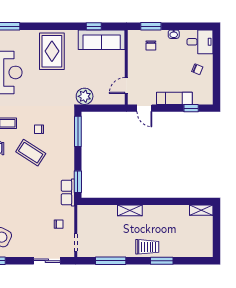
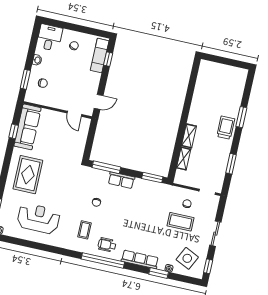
rug: (52, 51) -> (28, 175), turned 90
plant: (85, 96) -> (76, 154), removed
exam couch: (174, 98) -> (100, 56), moved
coffee table: (31, 153) -> (180, 222), moved, turned 57
row of seats: (68, 193) -> (121, 180), moved
shelving: (201, 210) -> (184, 159), moved
sliding door: (47, 261) -> (215, 234), moved
window: (111, 261) -> (231, 164), width x0.69

